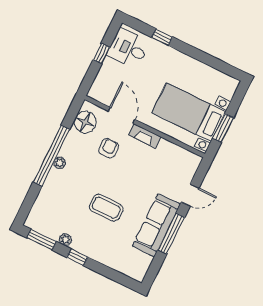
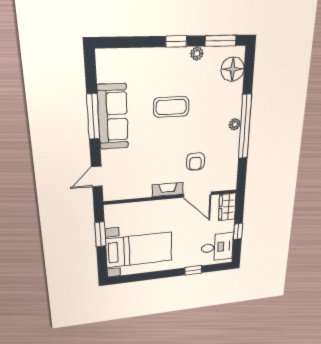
wardrobe: (100, 86) -> (227, 207), added
bed with nightstands: (189, 112) -> (139, 250), moved
floor lamp: (85, 122) -> (233, 69), moved
door: (190, 195) -> (97, 176), moved

